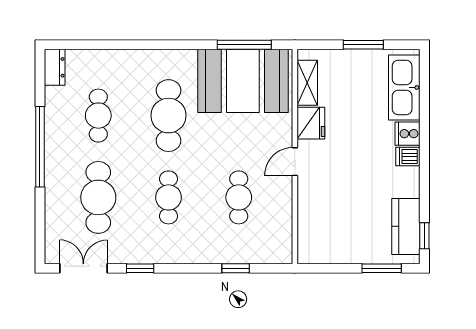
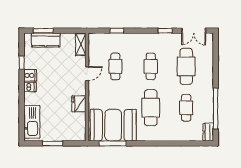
shelving: (307, 83) -> (81, 44), moved
cooker: (408, 134) -> (30, 75), moved
window: (40, 147) -> (216, 109), moved
door: (295, 162) -> (87, 74), moved
kitchen counter: (406, 226) -> (46, 40), moved, turned 90
window: (424, 236) -> (22, 63), moved

